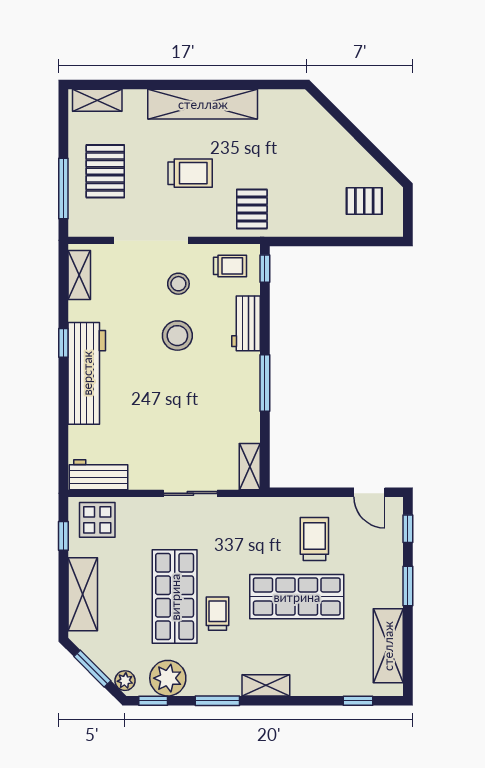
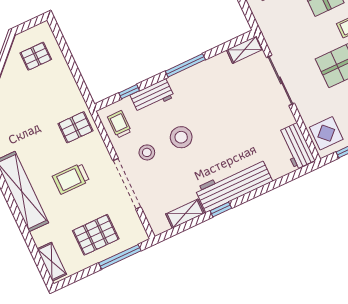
trolley: (190, 173) -> (71, 179), turned -90
pallet: (364, 201) -> (36, 56), turned 90
window: (265, 269) -> (129, 92), moved
shelving: (79, 275) -> (185, 214), moved
sliding door: (190, 493) -> (280, 80), width x1.37

